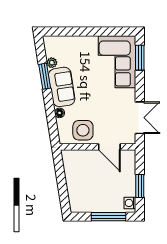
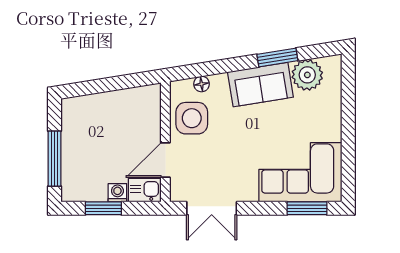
plant: (52, 63) -> (307, 75), width x1.88, depth x1.88
floor lamp: (60, 113) -> (202, 84), moved
kitchen sink: (128, 160) -> (145, 190), added
washing machine: (130, 203) -> (117, 193), moved

